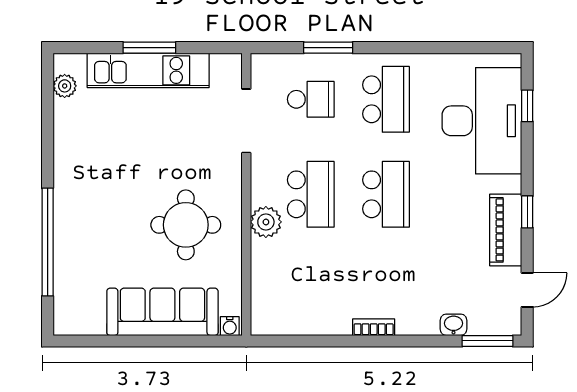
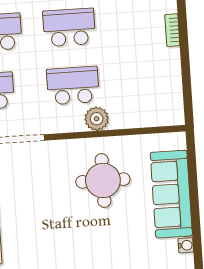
water cooler: (230, 326) -> (186, 245), moved

